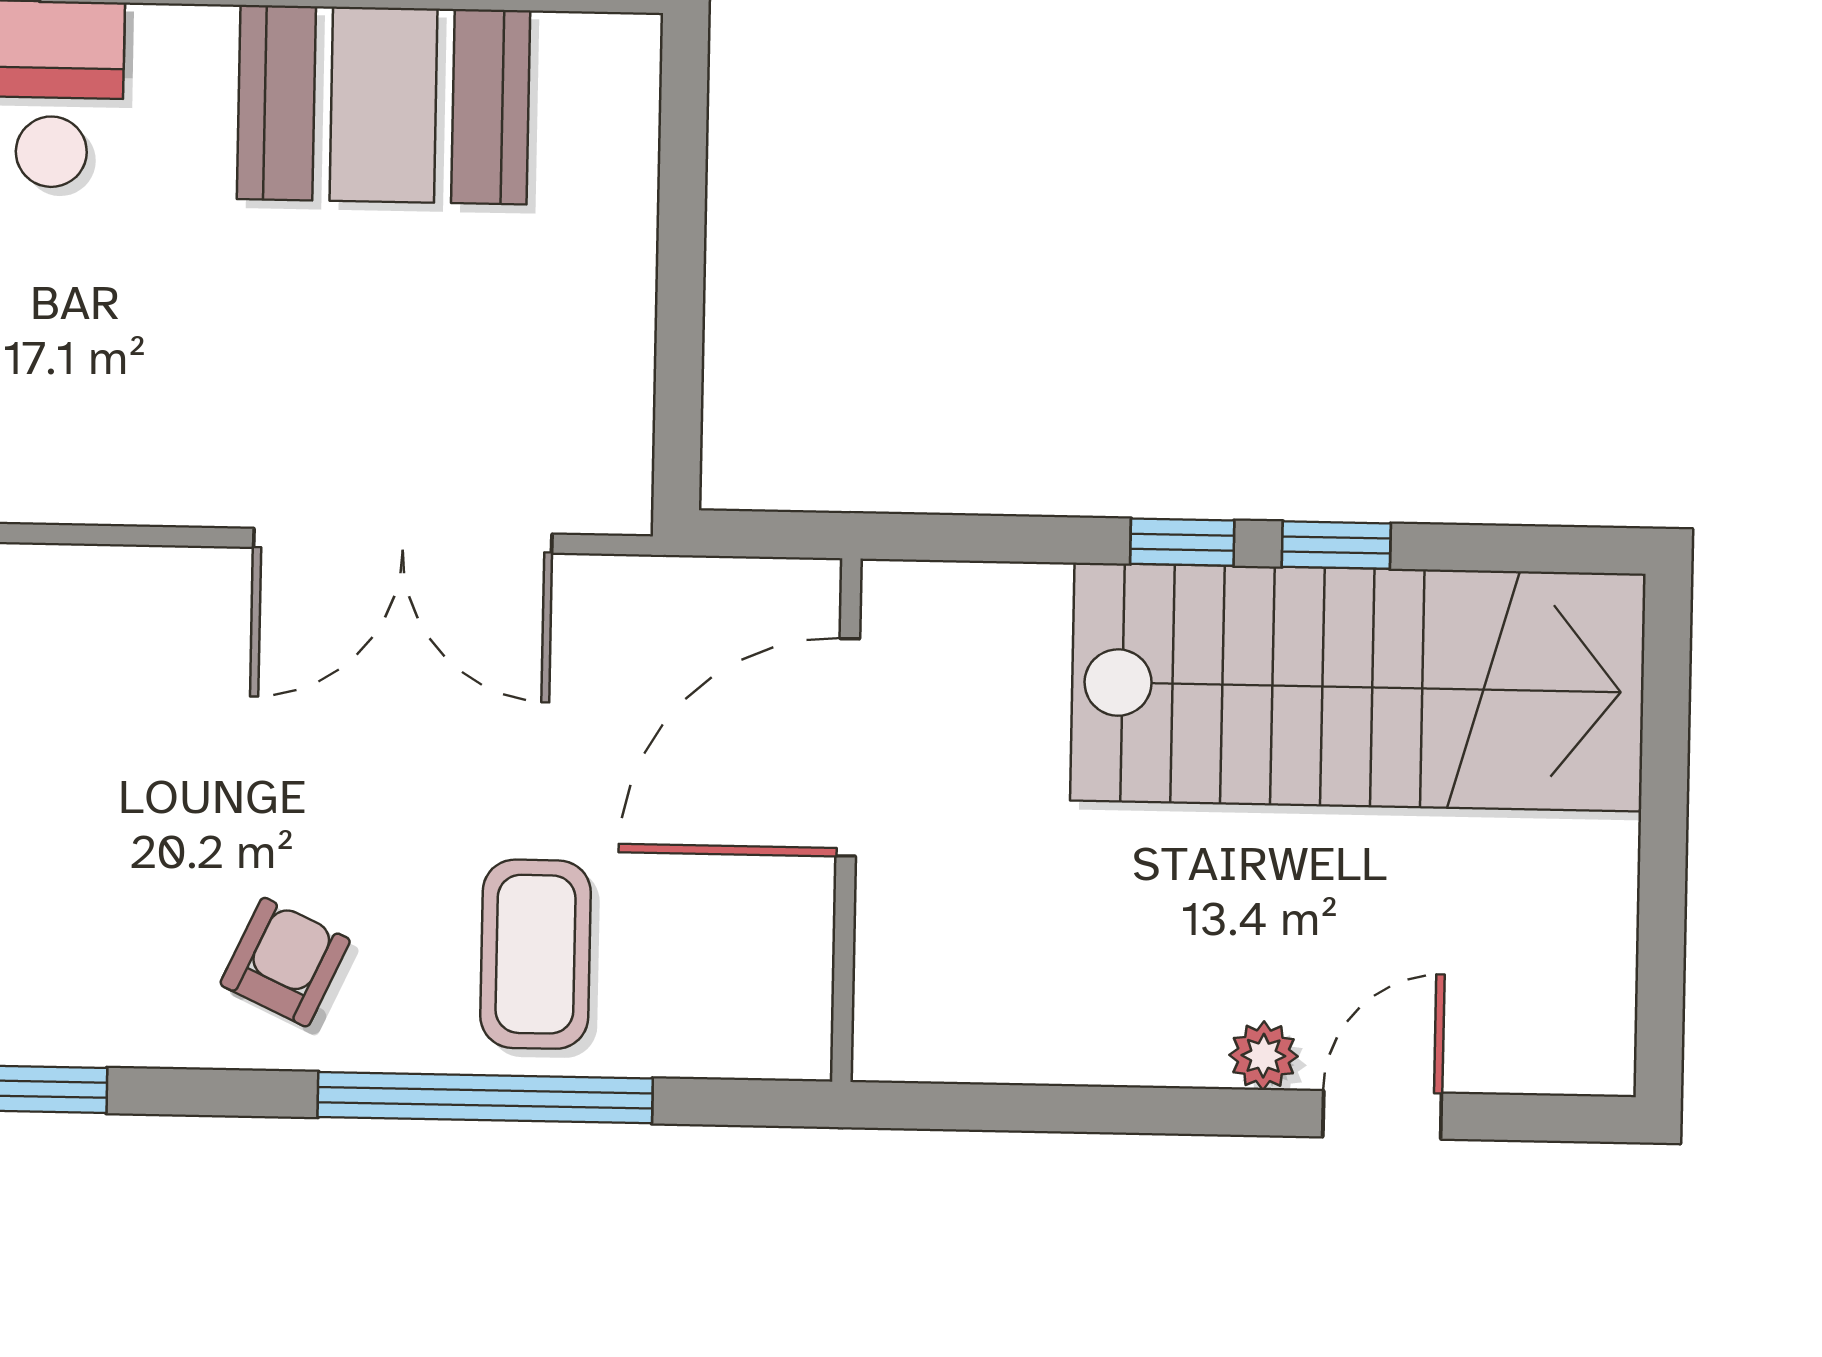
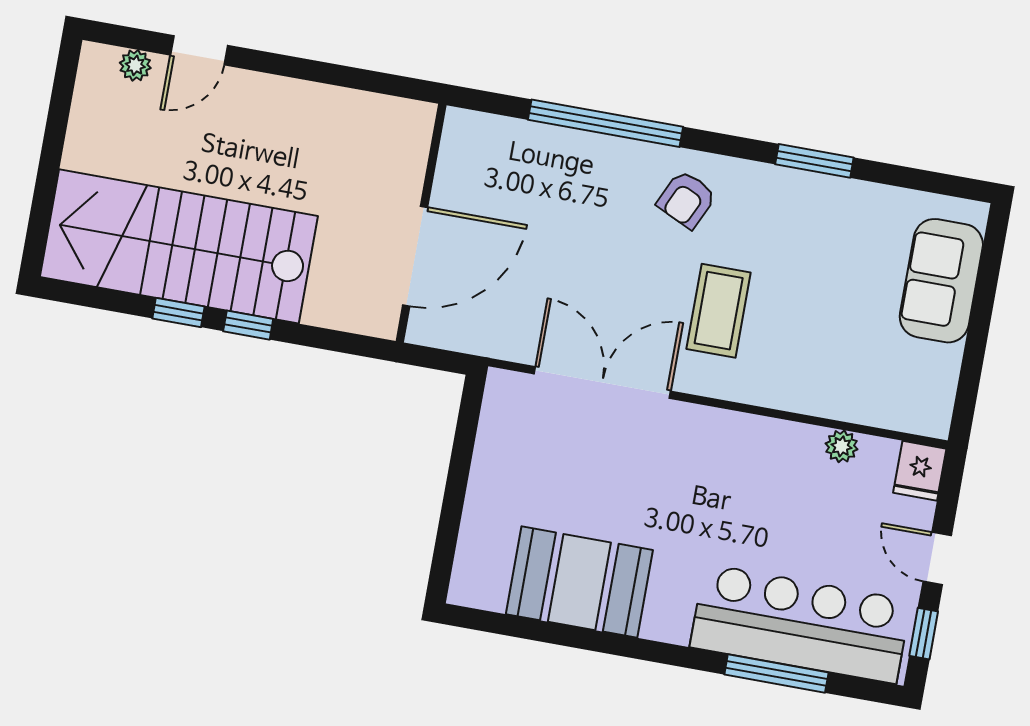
coffee table: (536, 954) -> (719, 311), moved
plant: (1263, 1056) -> (135, 65), moved

